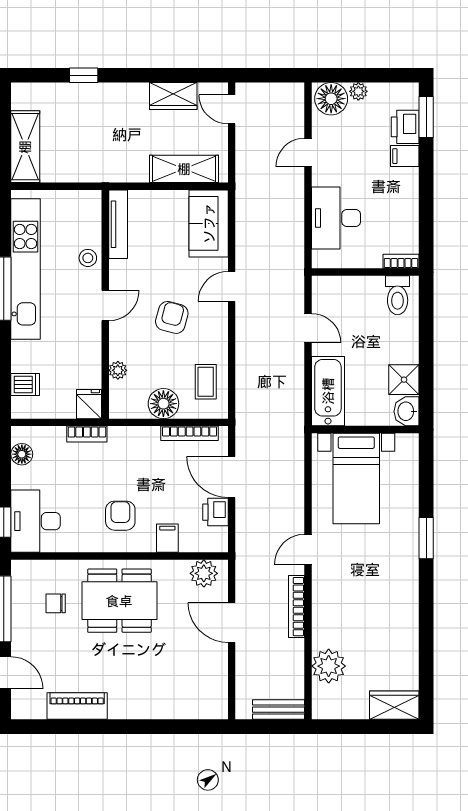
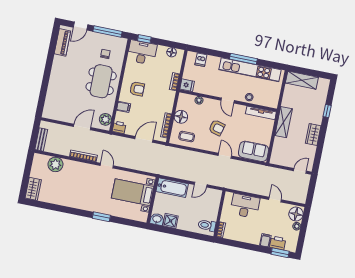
wardrobe: (173, 96) -> (313, 135), moved
shelving: (184, 169) -> (284, 122), moved
printer: (216, 512) -> (119, 127), moved
piano: (77, 706) -> (62, 42), moved

